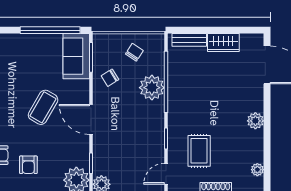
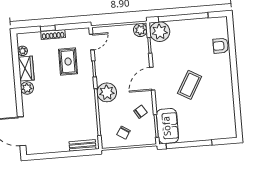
wardrobe: (223, 43) -> (26, 69), moved, turned 90
plant: (152, 88) -> (107, 92), moved
door: (91, 119) -> (152, 79), swing flipped
armchair: (28, 165) -> (197, 40), removed

